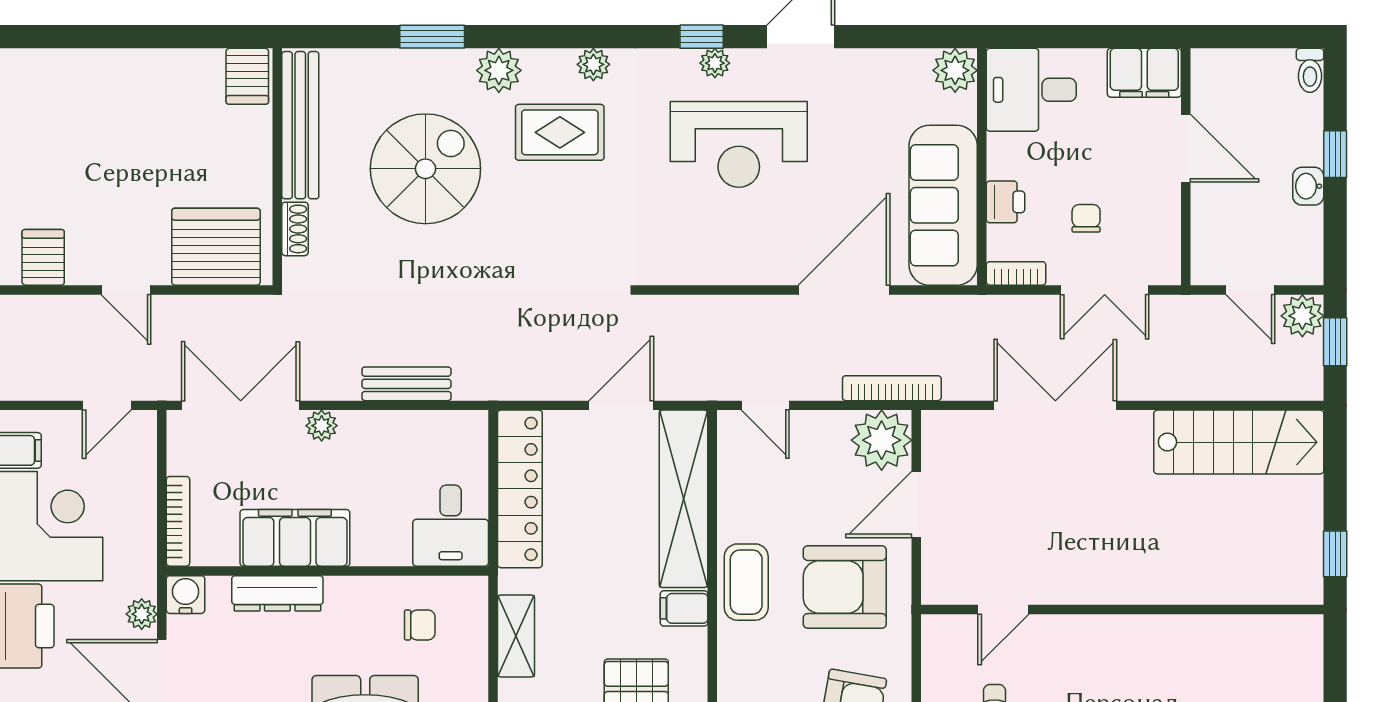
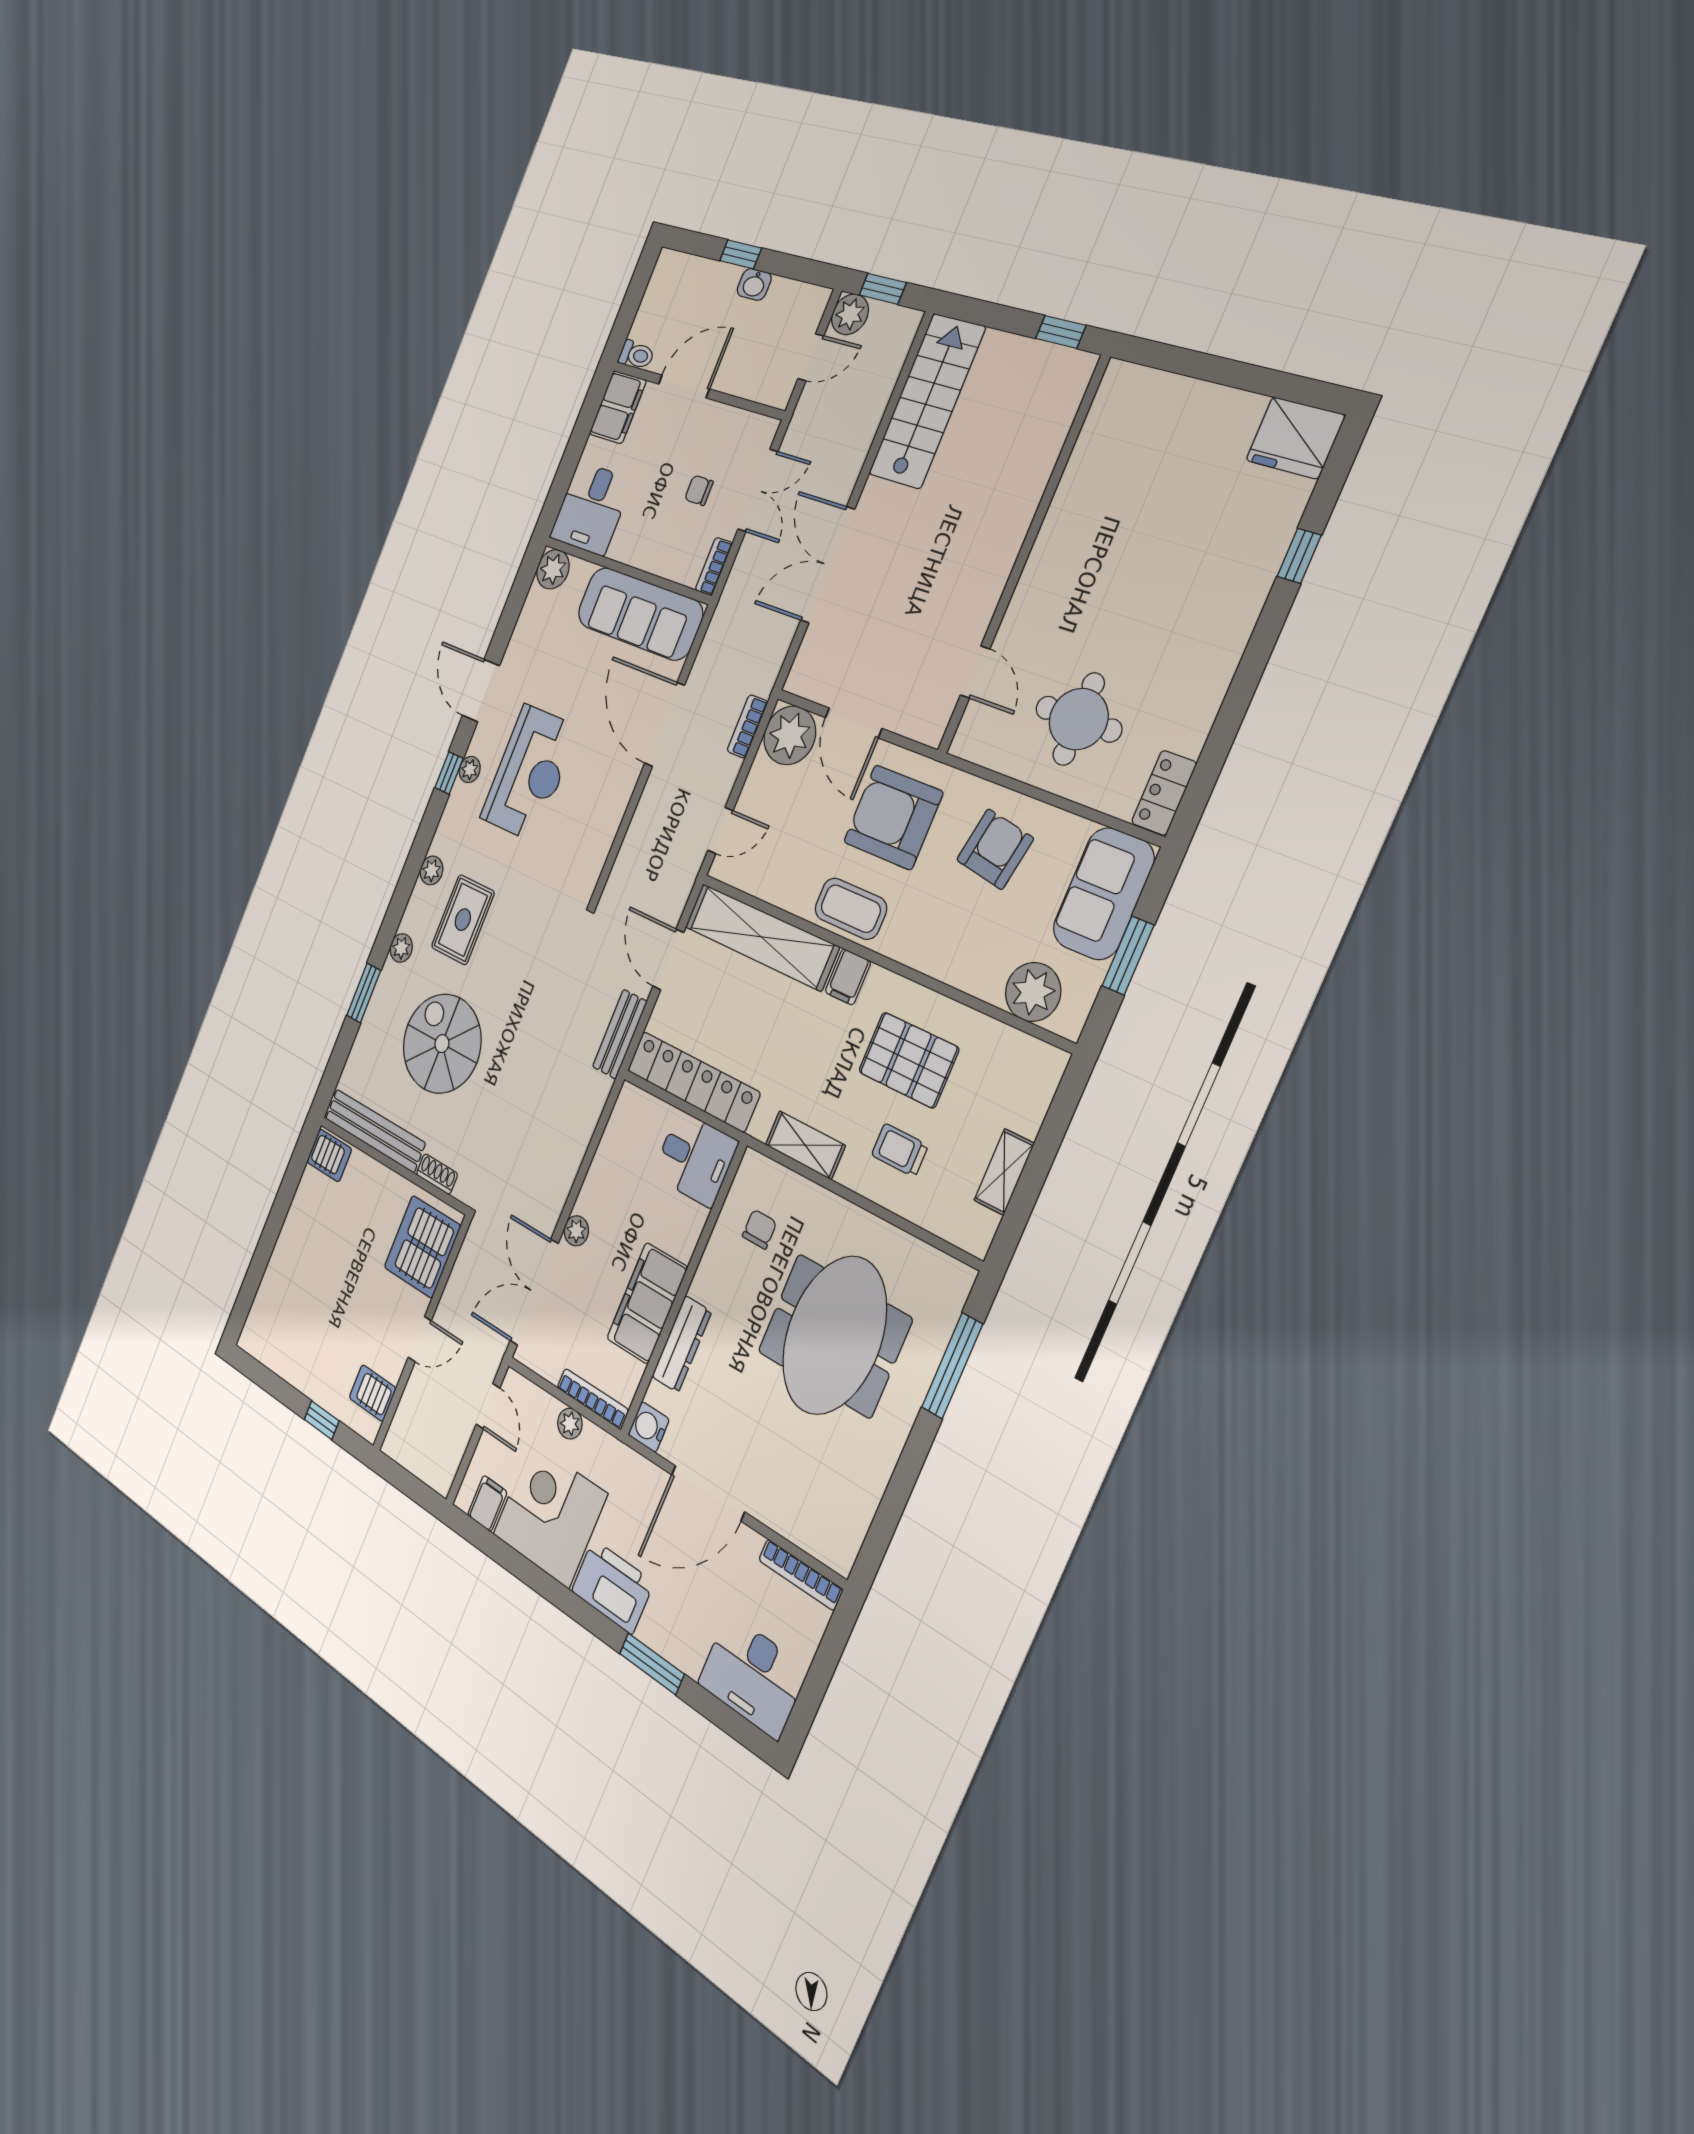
plant: (499, 70) -> (401, 948), width x0.73, depth x0.73
toilet: (1310, 70) -> (636, 355), moved
printer: (1005, 202) -> (659, 558), removed
bench: (406, 384) -> (620, 1034), moved
bookcase: (892, 388) -> (747, 726), width x0.64
armchair: (845, 587) -> (893, 817), turned 90
plant: (142, 614) -> (570, 1424), moved

